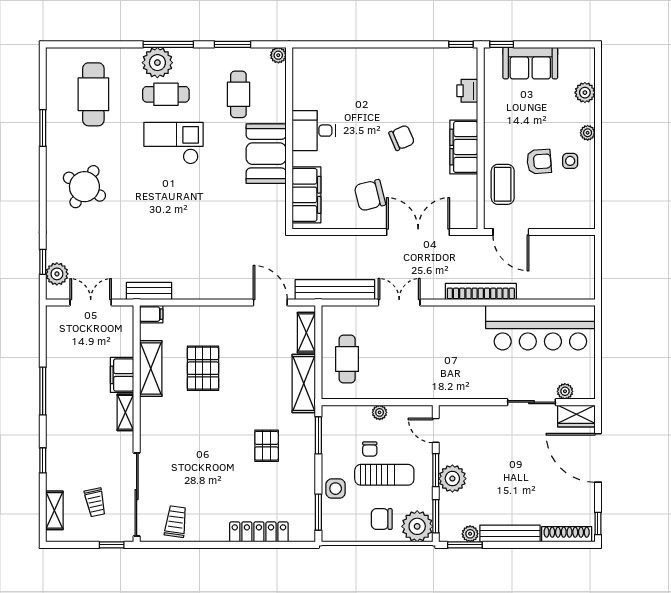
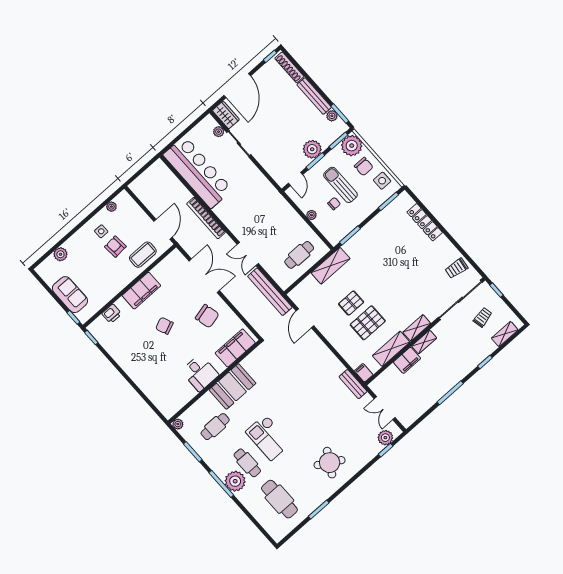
cafe table: (93, 94) -> (279, 499), turned 90
plant: (588, 133) -> (111, 207), moved
double door: (418, 232) -> (204, 276), swing flipped
shelving: (306, 333) -> (417, 328), moved
pallet: (267, 446) -> (351, 303), moved
side table: (336, 489) -> (382, 181), moved

